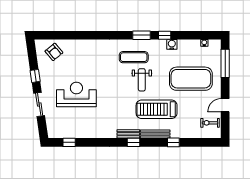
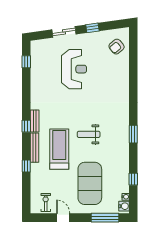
window: (165, 35) -> (133, 179), moved
water cooler: (172, 44) -> (124, 206), moved
exercise mat: (134, 57) -> (111, 126), removed

